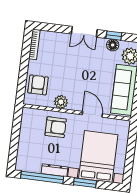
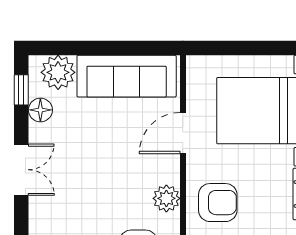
window: (114, 36) -> (21, 90), moved
armchair: (56, 127) -> (218, 203), turned 90

